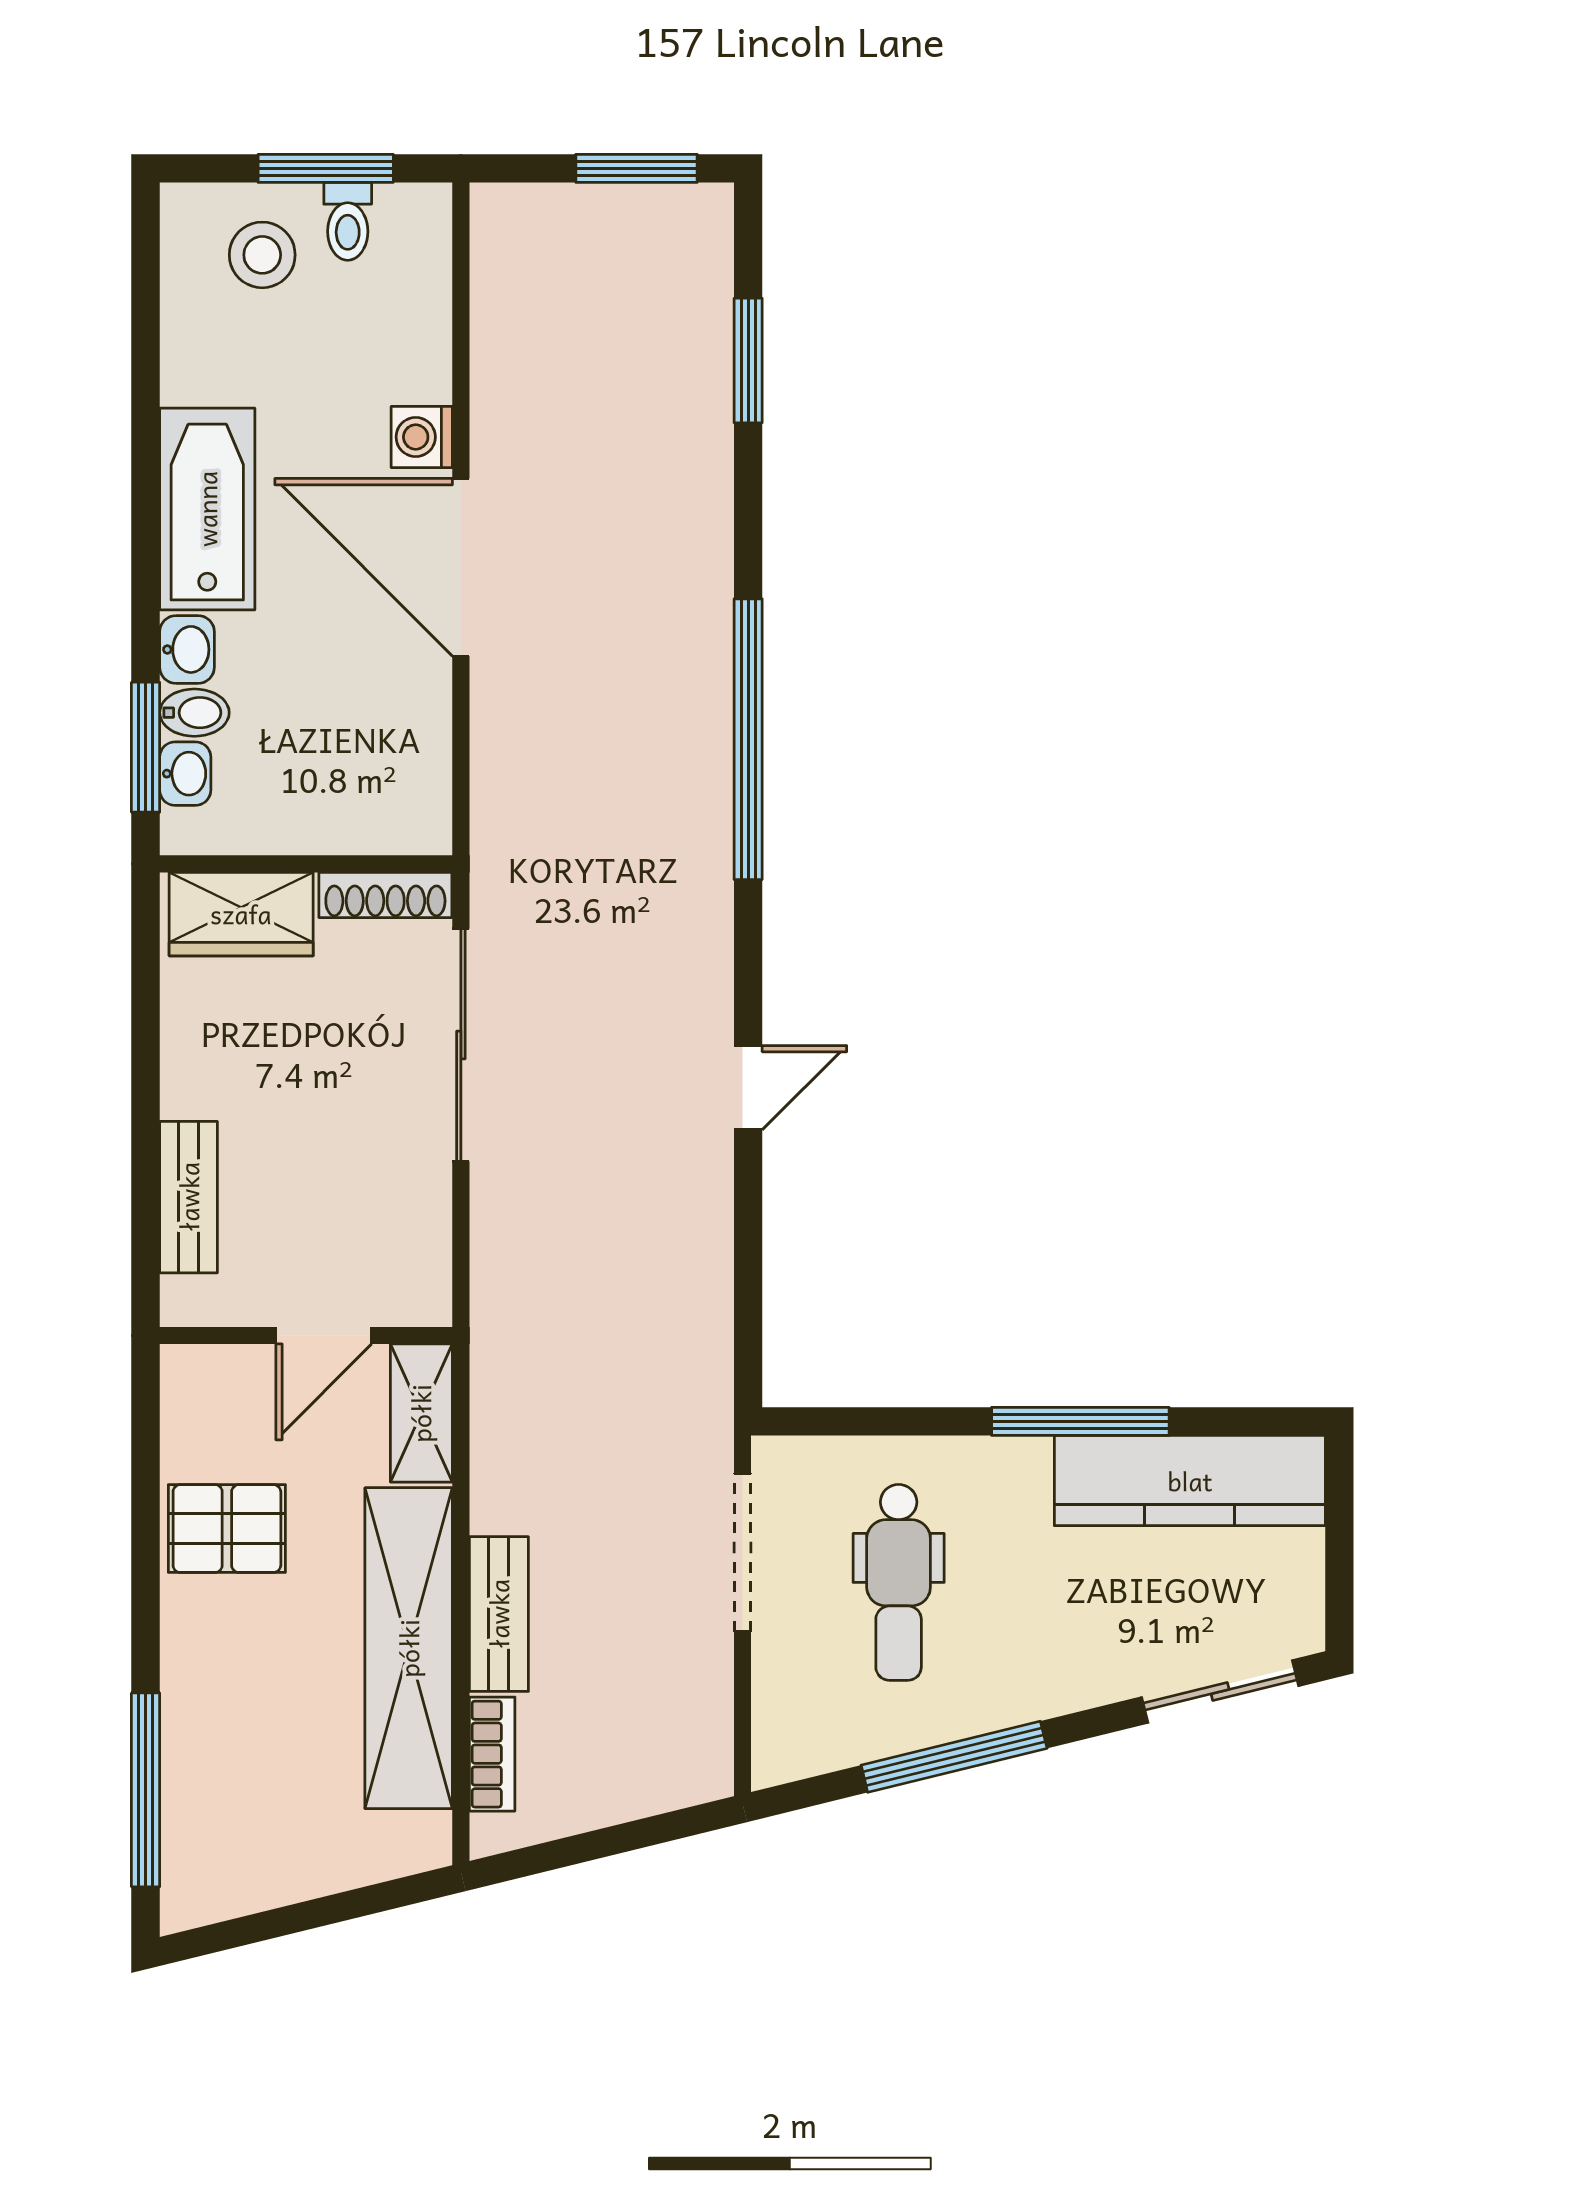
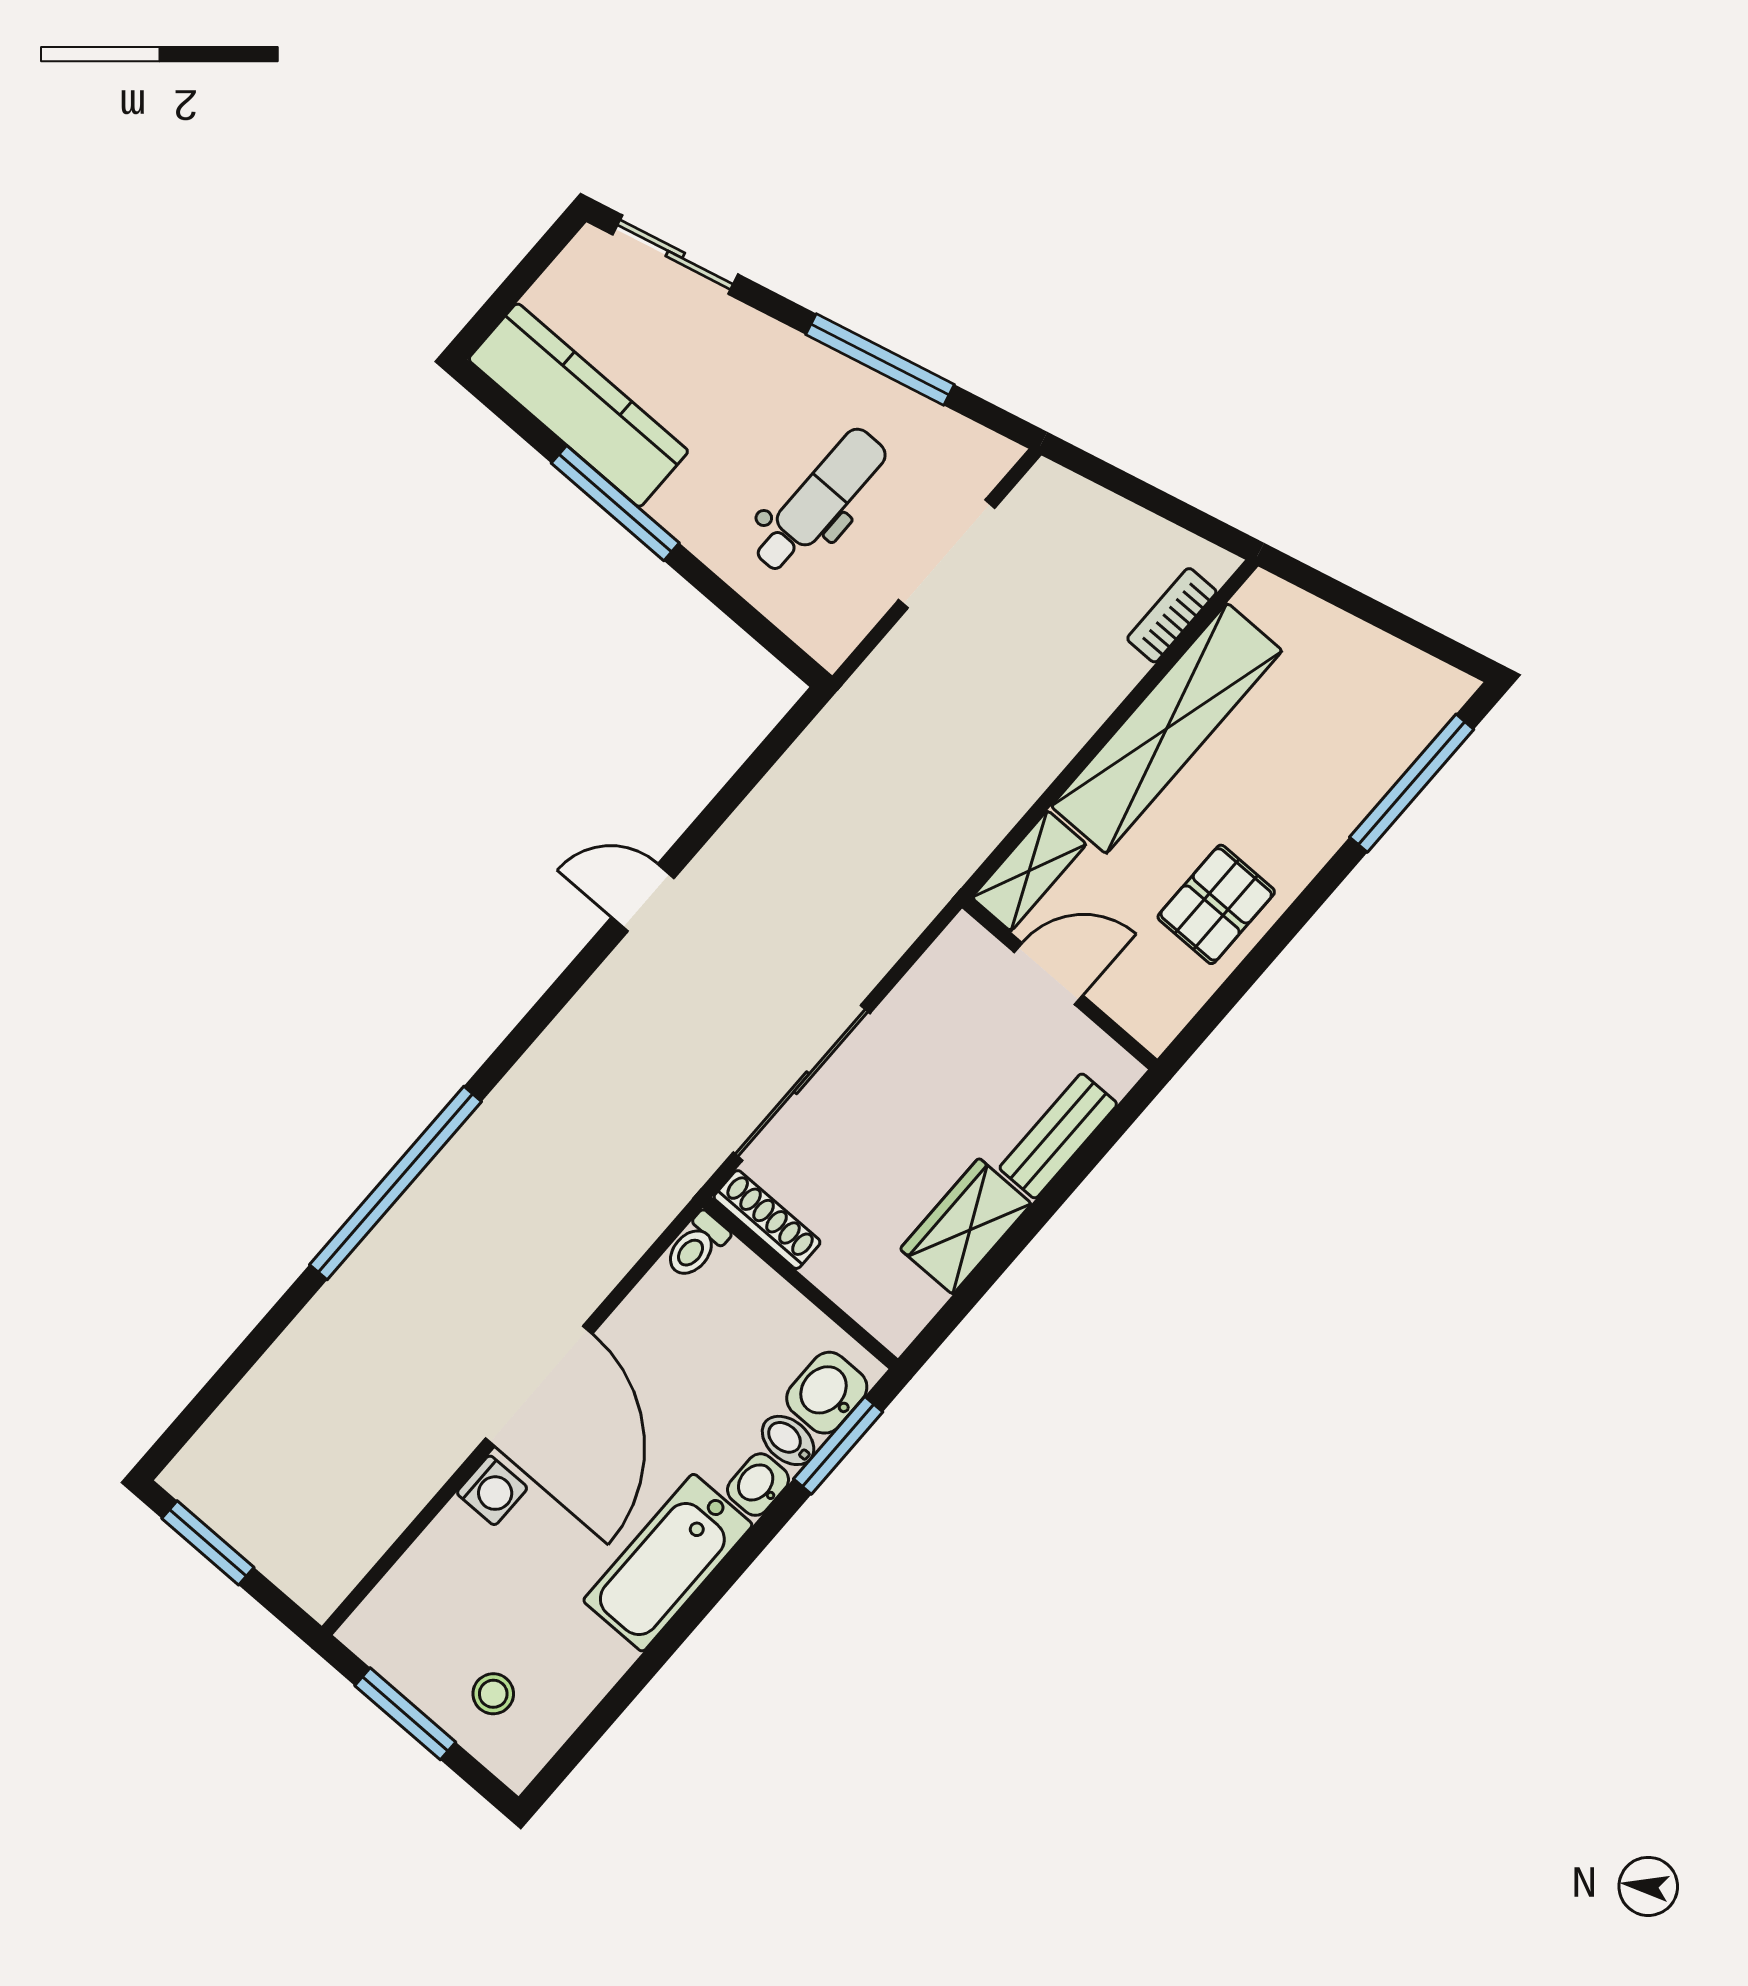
toilet: (348, 221) -> (696, 1246), moved, turned 180
stool: (262, 255) -> (493, 1694), width x0.73, depth x0.73
window: (748, 361) -> (243, 1359), removed
window: (748, 739) -> (396, 1183), moved
washbasin: (185, 774) -> (827, 1393), width x1.38, depth x1.45
wardrobe: (241, 914) -> (966, 1226), moved, turned -90
pallet: (227, 1529) -> (1216, 904), turned 90
doorway: (742, 1552) -> (947, 554), moved
bench: (499, 1614) -> (1091, 700), removed

